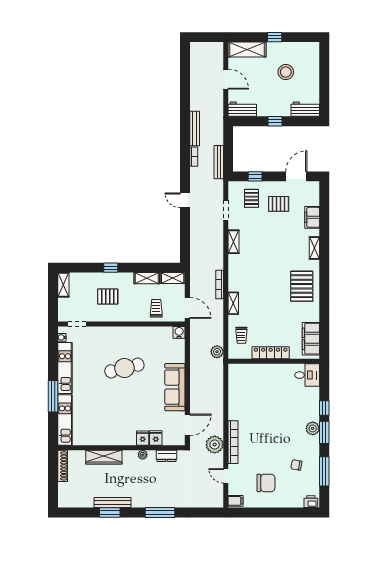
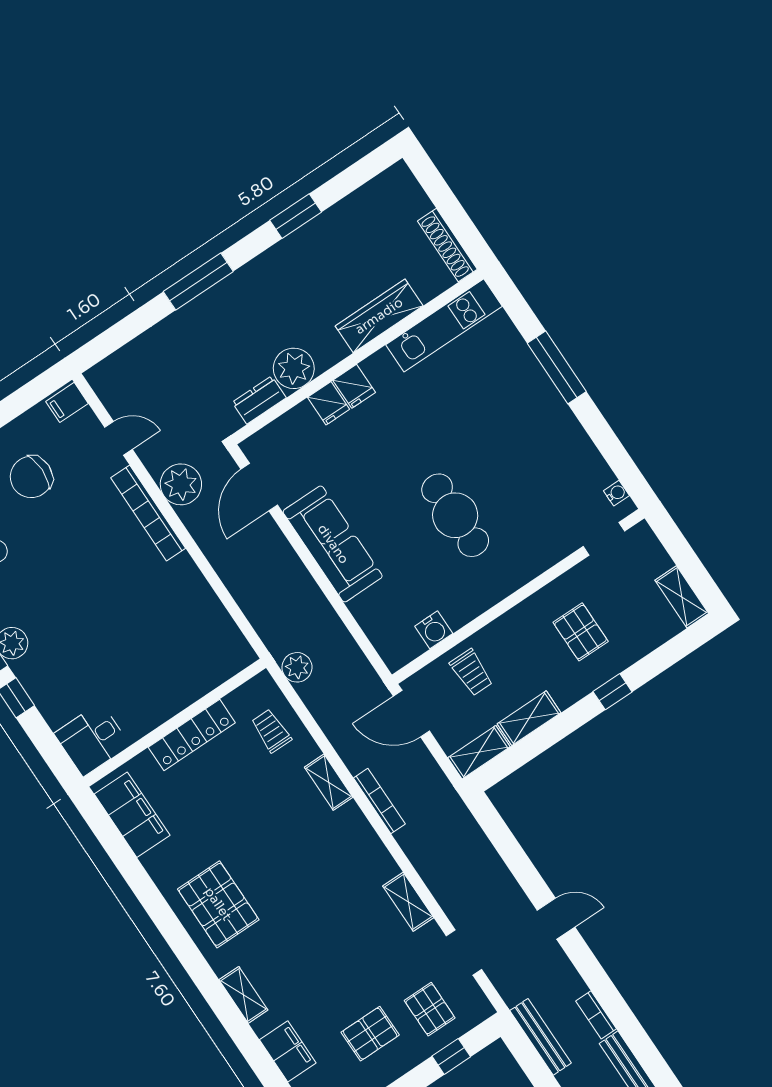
pallet: (108, 297) -> (581, 632), turned 90
water cooler: (179, 332) -> (434, 630), moved
kitchen unit: (65, 368) -> (570, 438), removed
cafe table: (124, 368) -> (455, 515), turned -76
kitchen unit: (65, 420) -> (444, 325), moved, turned -90
fridge: (156, 438) -> (354, 386), moved
plant: (143, 455) -> (294, 368), width x1.87, depth x1.87
bench: (113, 503) -> (303, 239), removed

